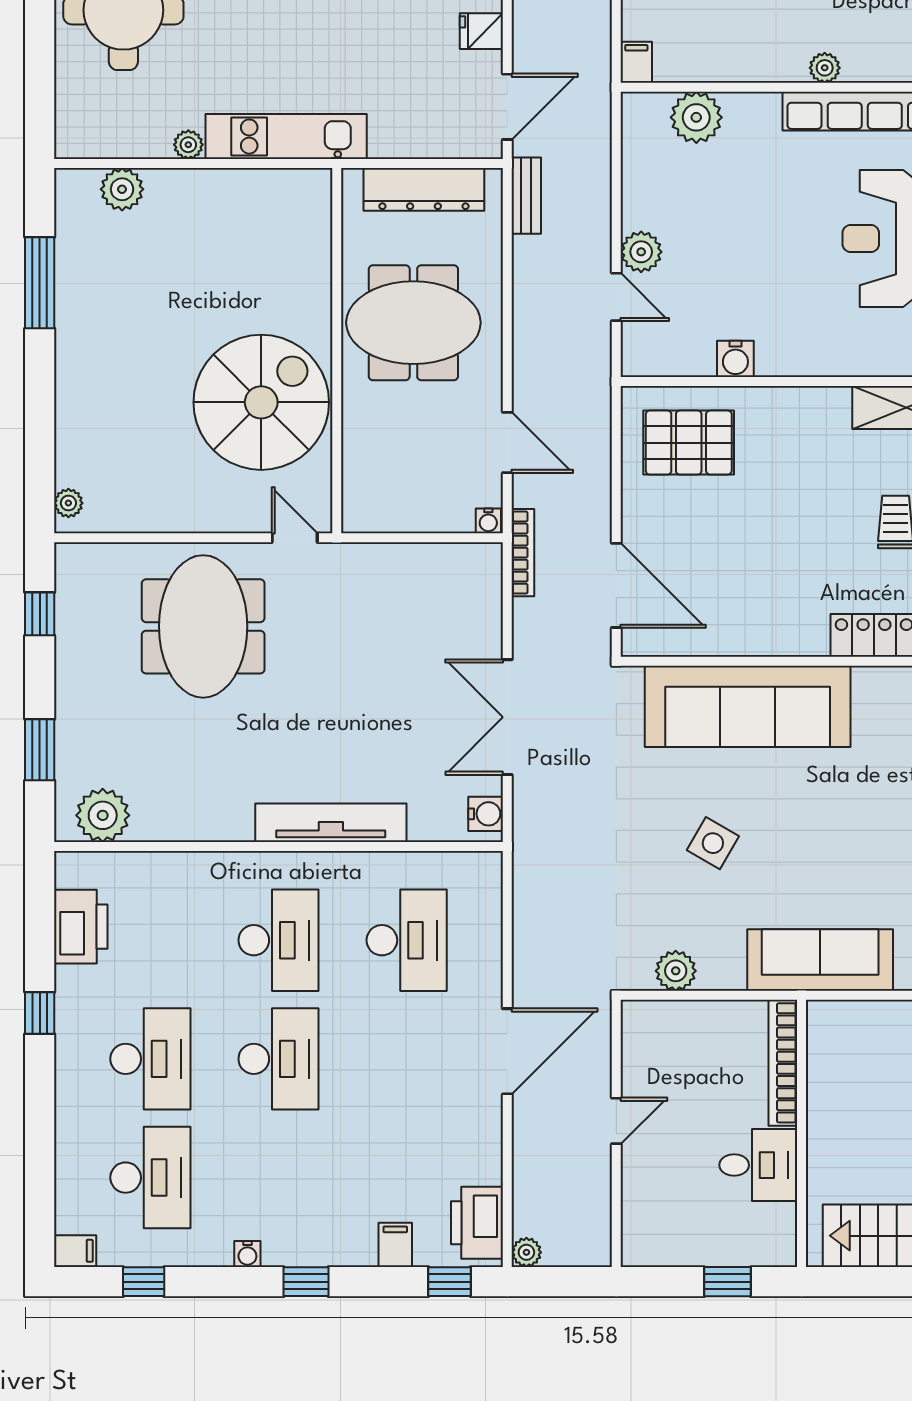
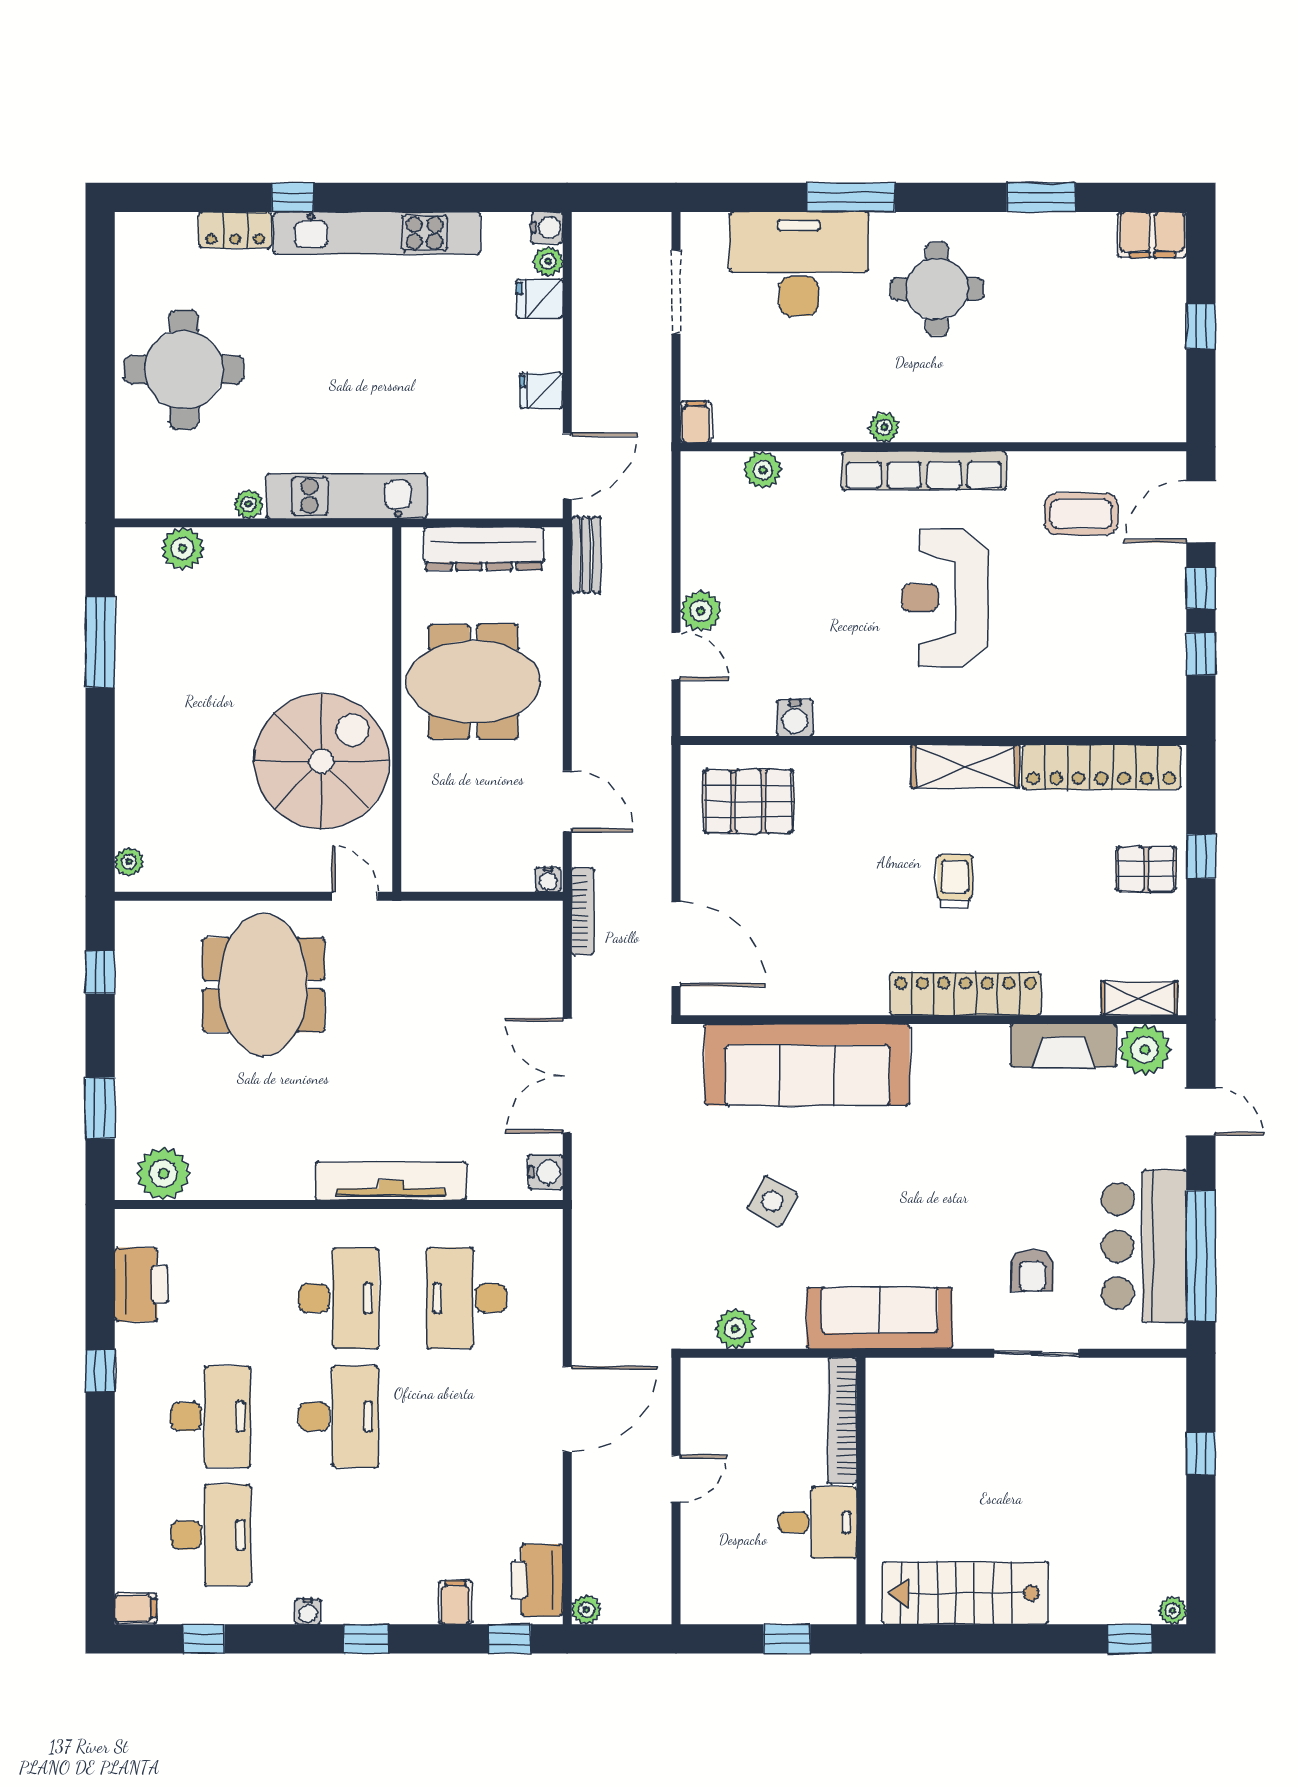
plant: (696, 117) -> (763, 470), width x0.73, depth x0.73
desk: (407, 940) -> (467, 1298), turned 180

